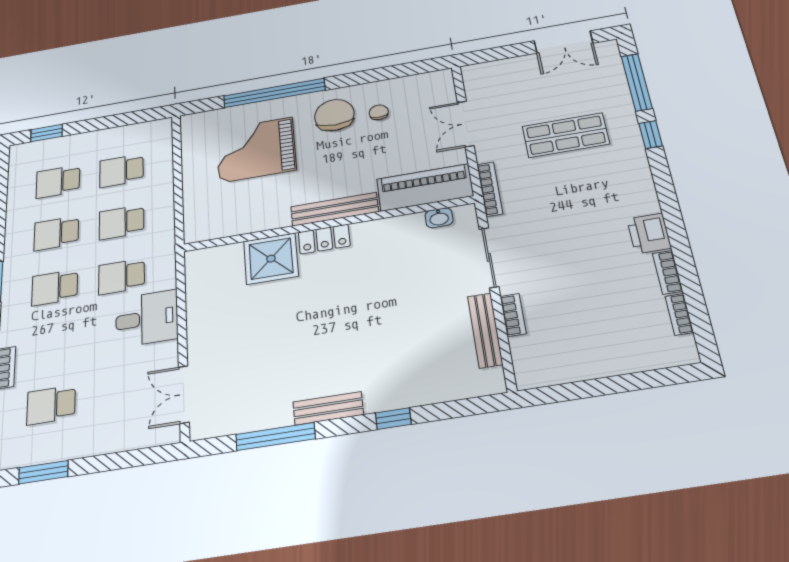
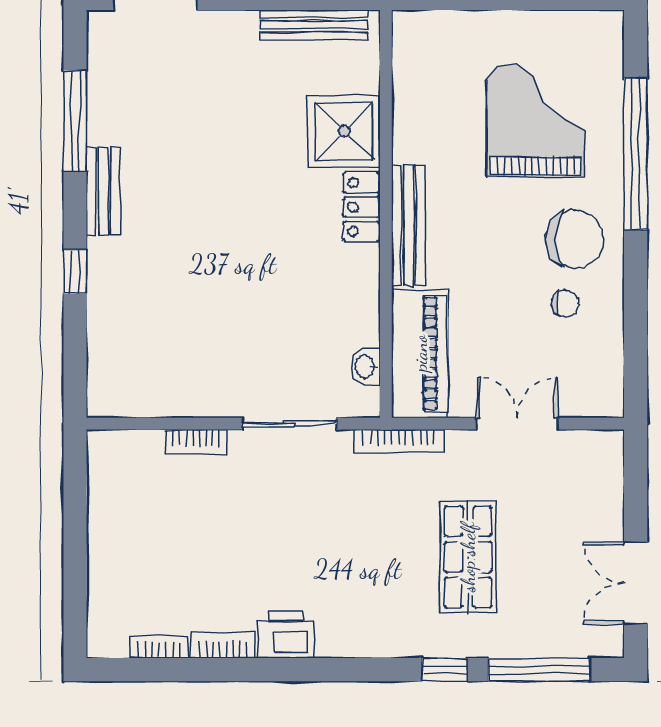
bench: (485, 330) -> (314, 25), moved

